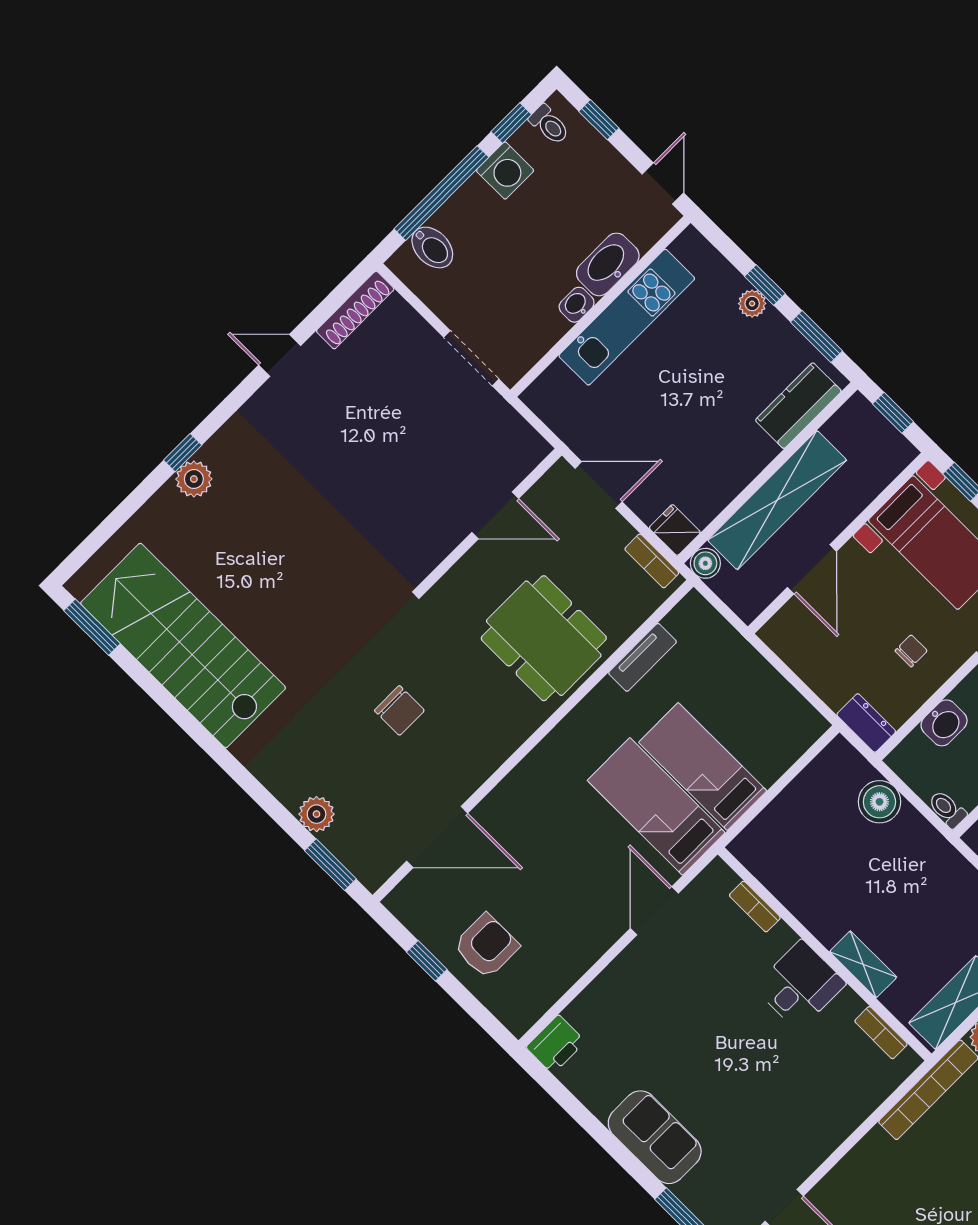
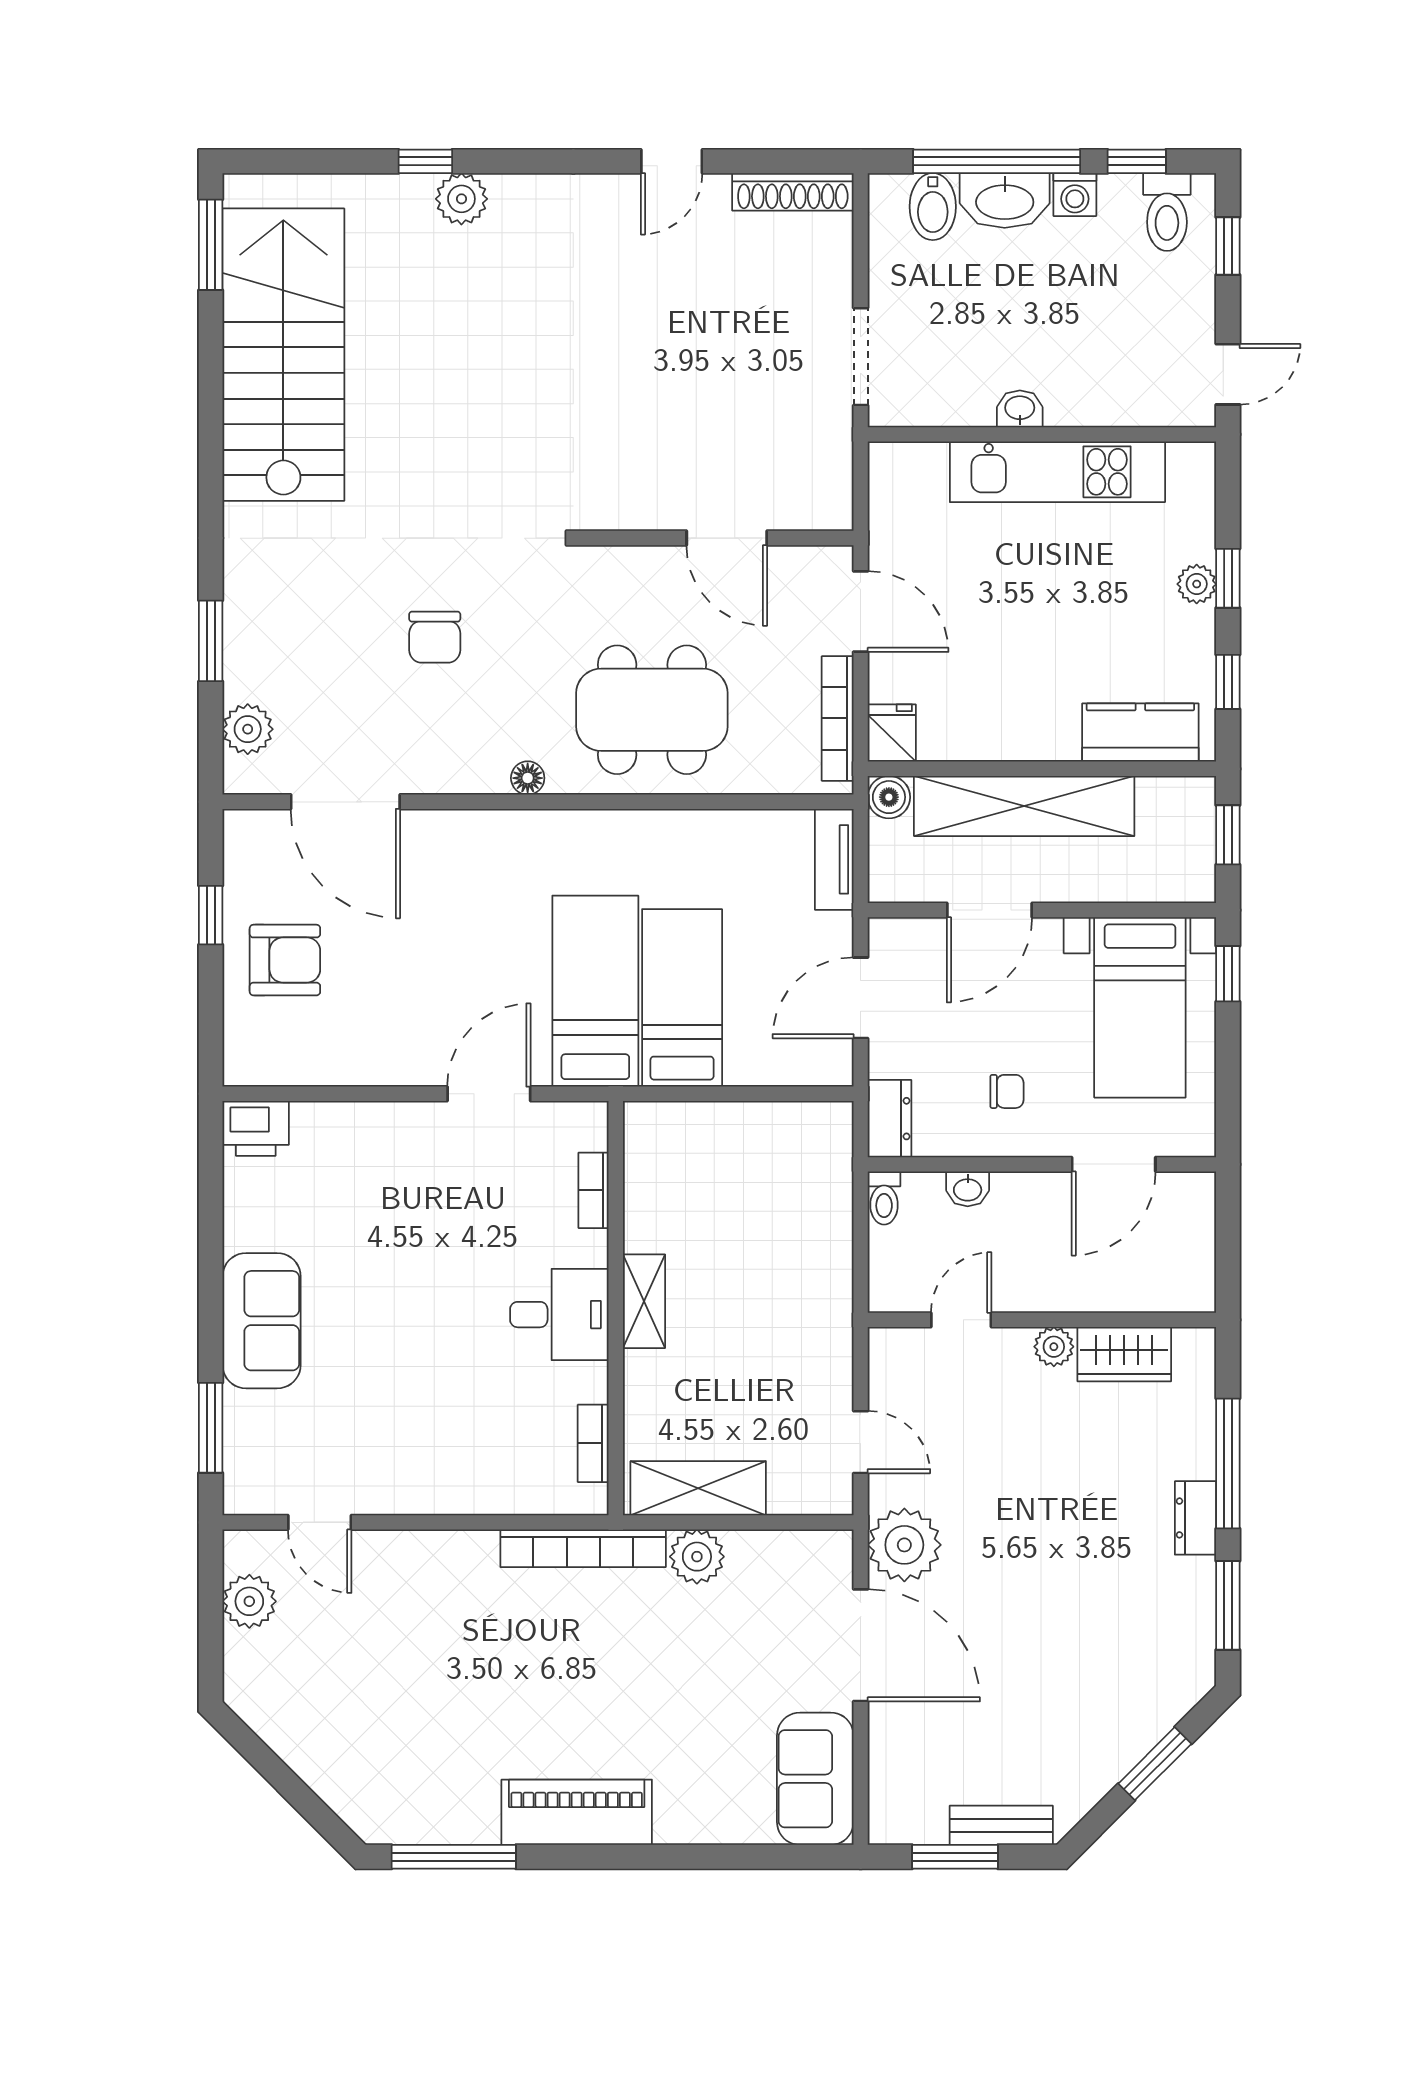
toilet: (549, 125) -> (1167, 212), width x1.37, depth x1.39
washing machine: (505, 170) -> (1075, 195), width x0.73, depth x0.73
washbasin: (608, 264) -> (1005, 201), moved, turned 180
window: (817, 337) -> (1228, 682), width x0.67
door: (280, 355) -> (672, 161), swing flipped
window: (183, 453) -> (425, 161), moved
bookcase: (652, 561) -> (838, 718), width x1.56
dining table: (544, 638) -> (652, 710), turned 90
tv unit: (643, 657) -> (834, 859), moved, turned 90
door: (792, 677) -> (861, 998), added
washbasin: (944, 723) -> (968, 1189), width x0.72, depth x0.69
floor lamp: (516, 734) -> (528, 778), added
boiler: (879, 802) -> (824, 1211), removed
toilet: (947, 809) -> (884, 1198), moved, turned 180
plant: (317, 814) -> (248, 729), moved
window: (330, 865) -> (211, 641), moved
shelving: (863, 964) -> (644, 1301), moved

